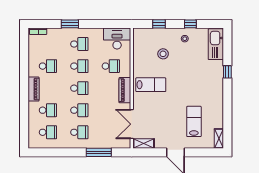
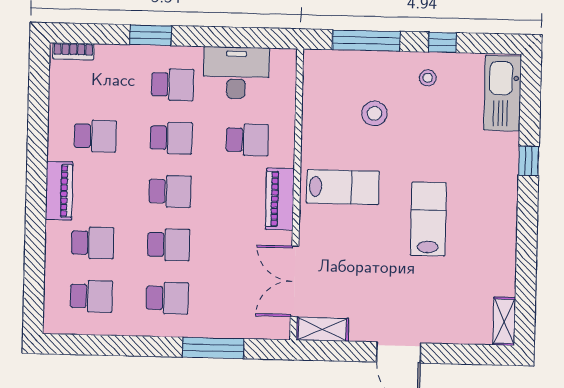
window: (159, 24) -> (366, 41), width x2.17
desk: (117, 38) -> (236, 73), moved
lab bench: (194, 121) -> (428, 219), moved

